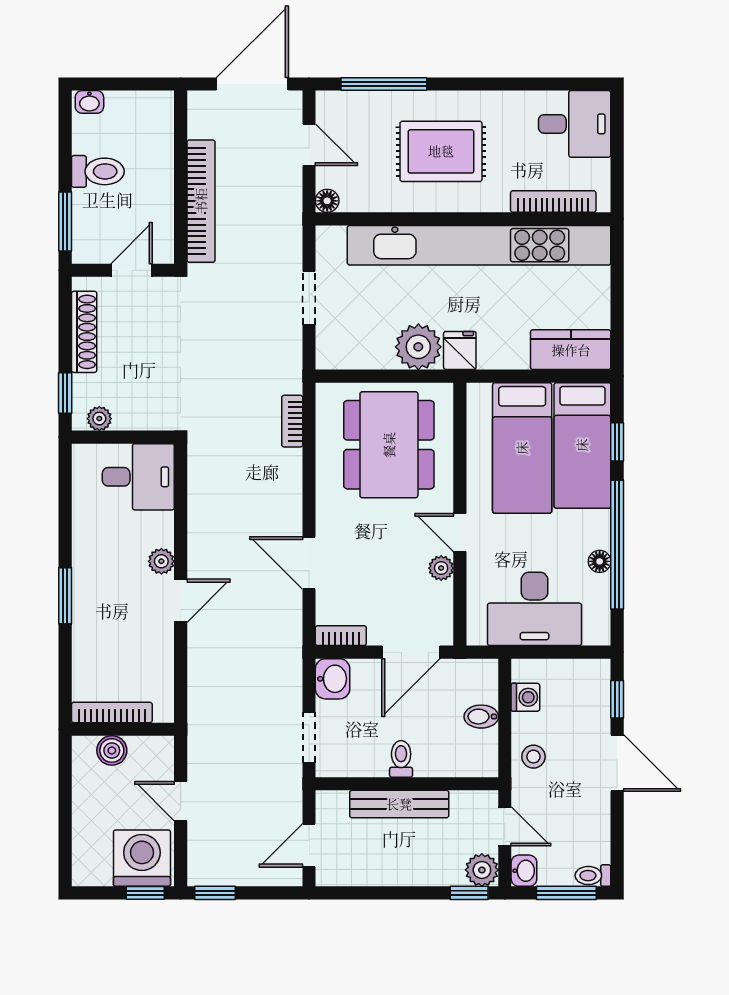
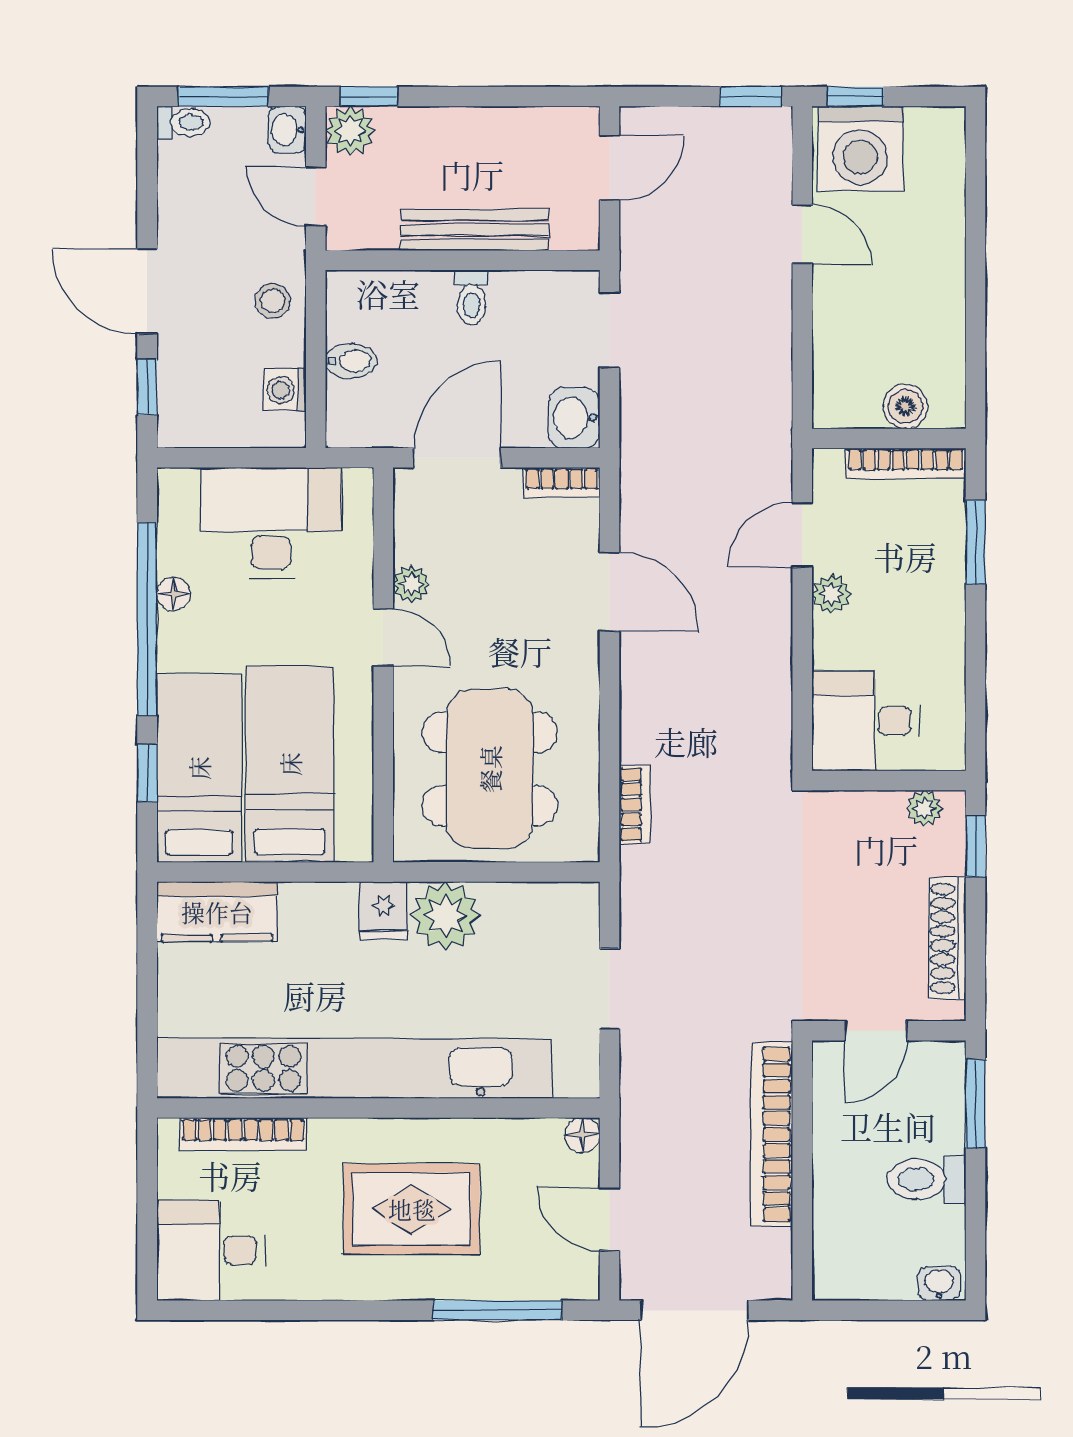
bookcase: (112, 712) -> (905, 464), moved
wall: (123, 729) -> (889, 438), moved
boiler: (112, 750) -> (905, 406), moved

